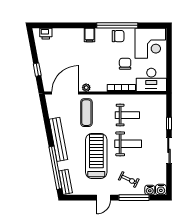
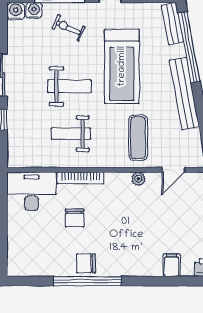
filing cabinet: (90, 35) -> (172, 265), moved
corner desk: (150, 43) -> (33, 252), removed
door: (65, 93) -> (173, 170), width x0.53
weight bench: (128, 144) -> (70, 86), turned 180

